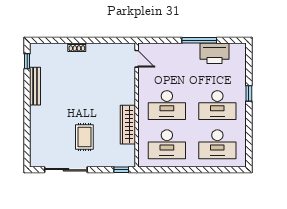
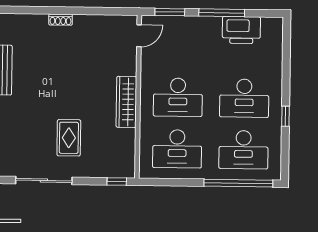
window: (160, 40) -> (170, 12), added
door: (137, 59) -> (139, 36), hinge flipped
window: (249, 93) -> (285, 116), moved
wardrobe: (128, 125) -> (126, 102), moved
window: (214, 170) -> (238, 183), added

